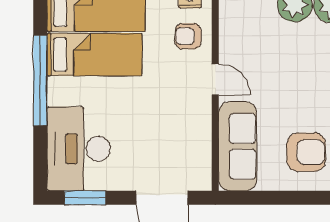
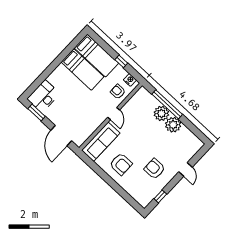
window: (40, 81) -> (57, 62), removed
desk: (79, 149) -> (43, 96), width x0.73, depth x0.77

